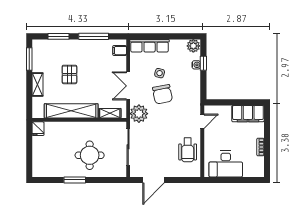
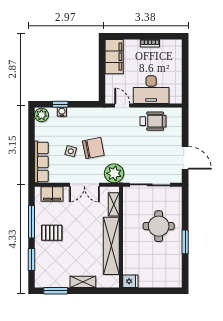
filing cabinet: (120, 51) -> (52, 194), width x2.00
pallet: (69, 74) -> (52, 233), moved
desk: (226, 164) -> (151, 90), moved, turned 90

